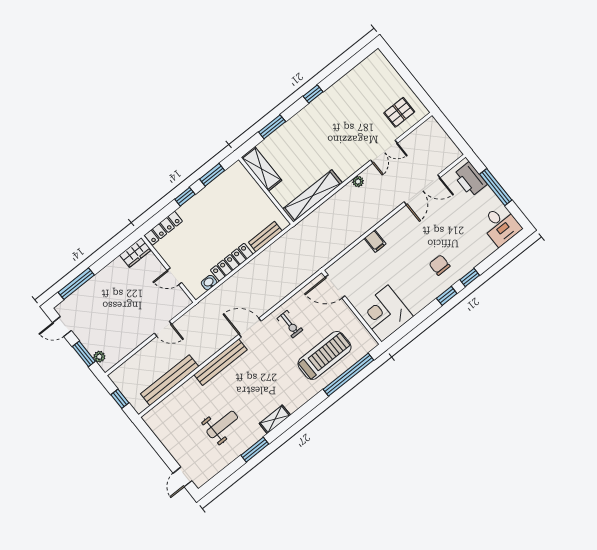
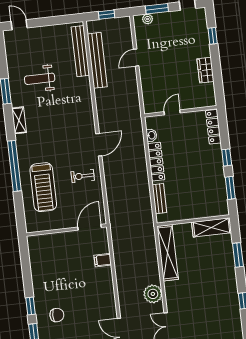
plant: (358, 181) -> (153, 294), width x1.88, depth x1.88
filing cabinet: (375, 241) -> (103, 260), moved
wardrobe: (135, 252) -> (205, 70), moved
window: (76, 284) -> (213, 36), width x0.46
corner desk: (385, 313) -> (46, 252), removed
door: (163, 329) -> (136, 58), moved
bench: (221, 362) -> (80, 51), moved
window: (348, 375) -> (14, 166), moved
weight bench: (222, 424) -> (40, 79), turned 90

